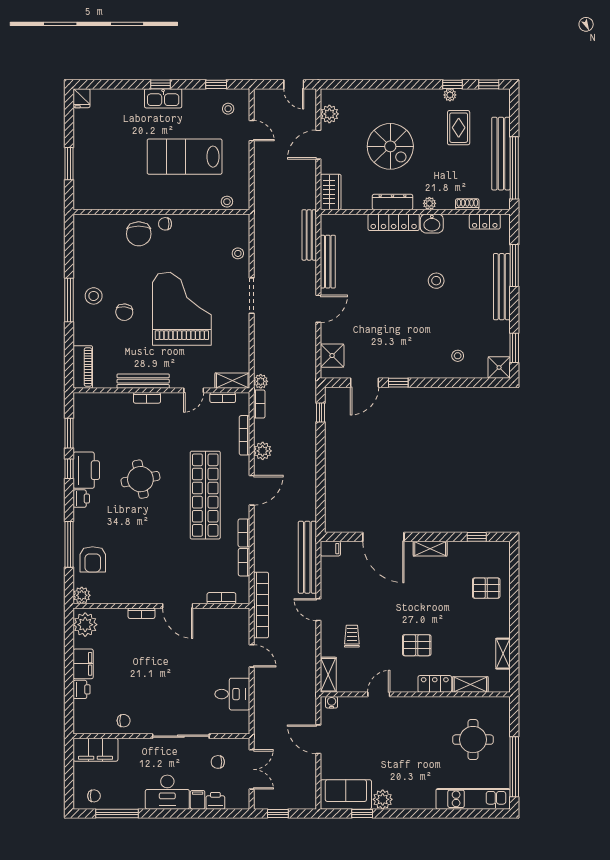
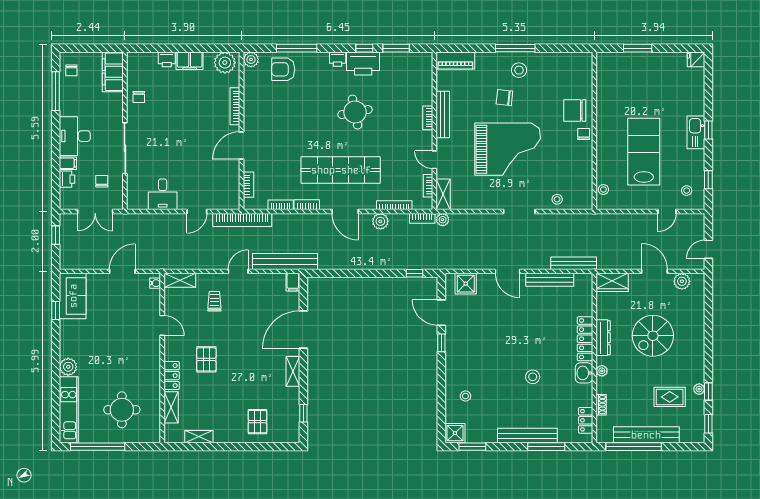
bookcase: (142, 613) -> (235, 106), width x1.56
trolley: (352, 636) -> (214, 301), turned -90
plant: (383, 799) -> (68, 367), moved

